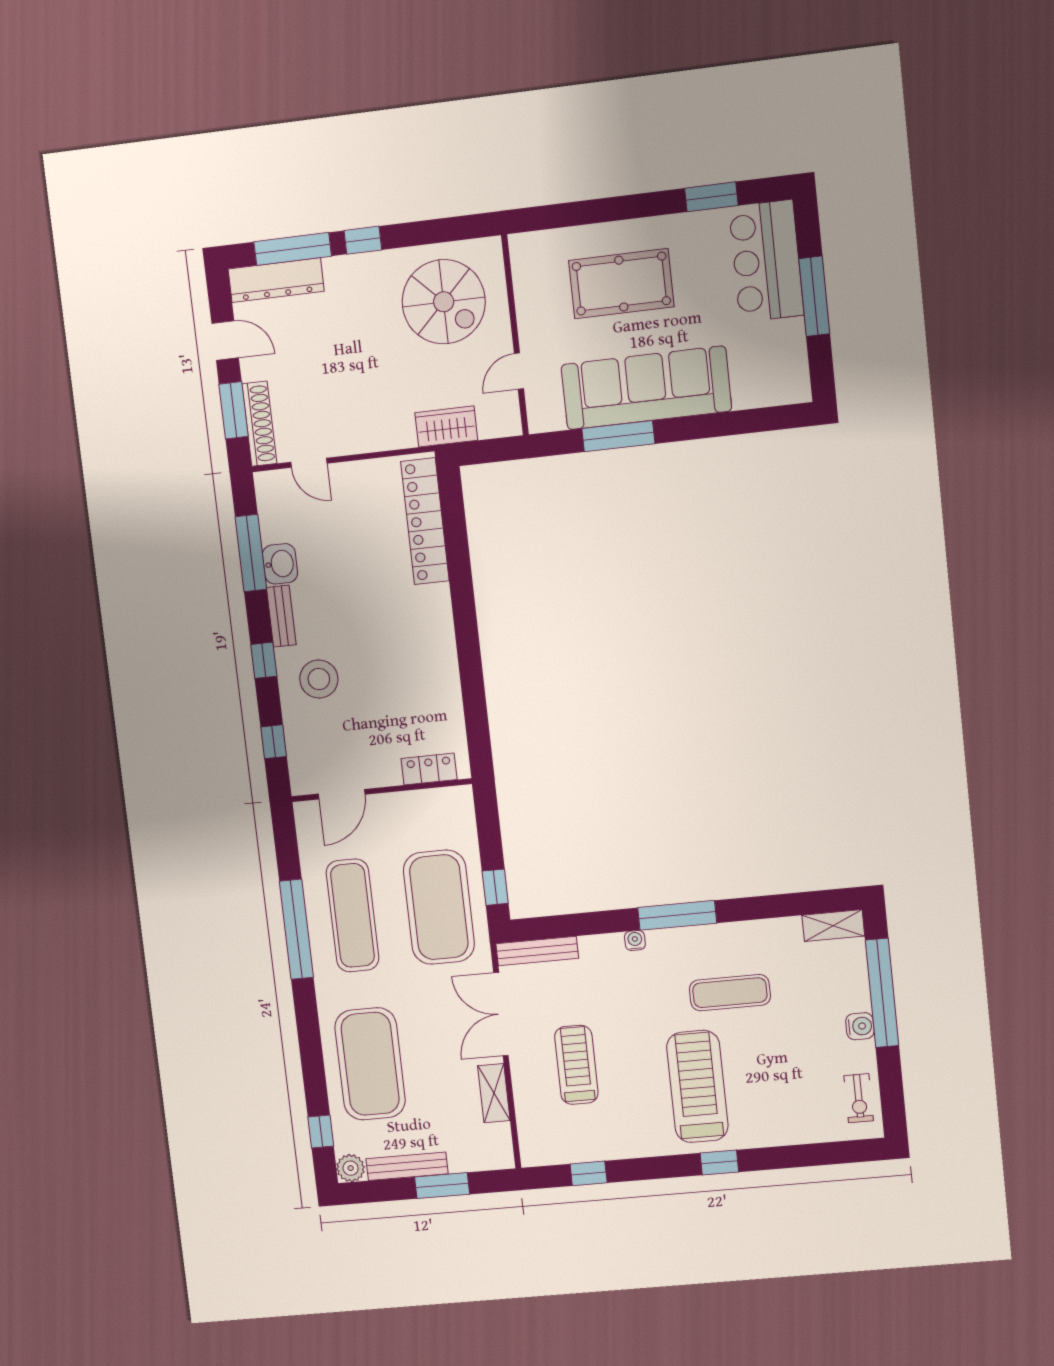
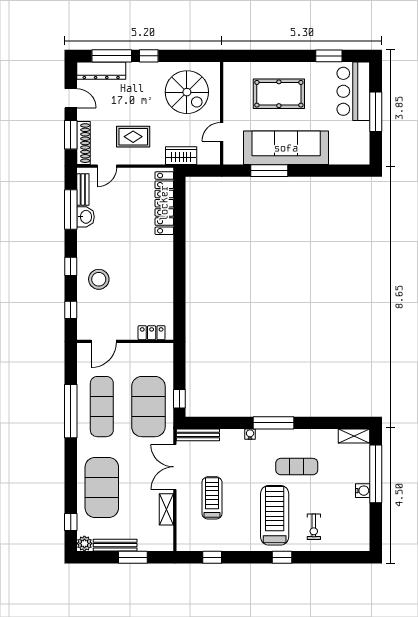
rug: (352, 400) -> (133, 137), added
door: (309, 463) -> (107, 166), hinge flipped
bench: (281, 616) -> (83, 189), moved
exercise bike: (859, 1098) -> (314, 527), moved

